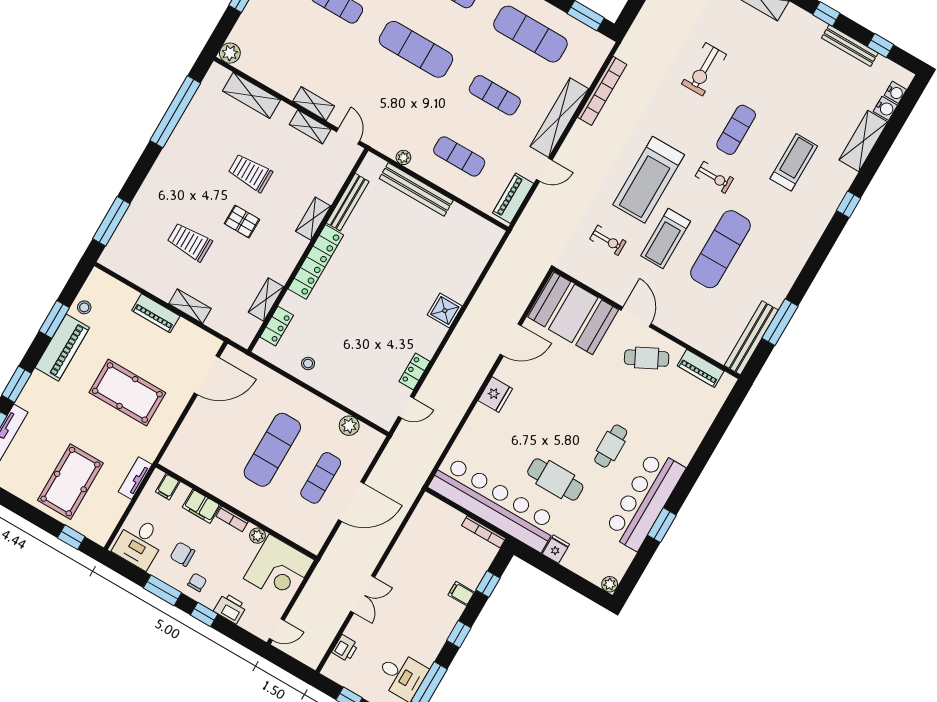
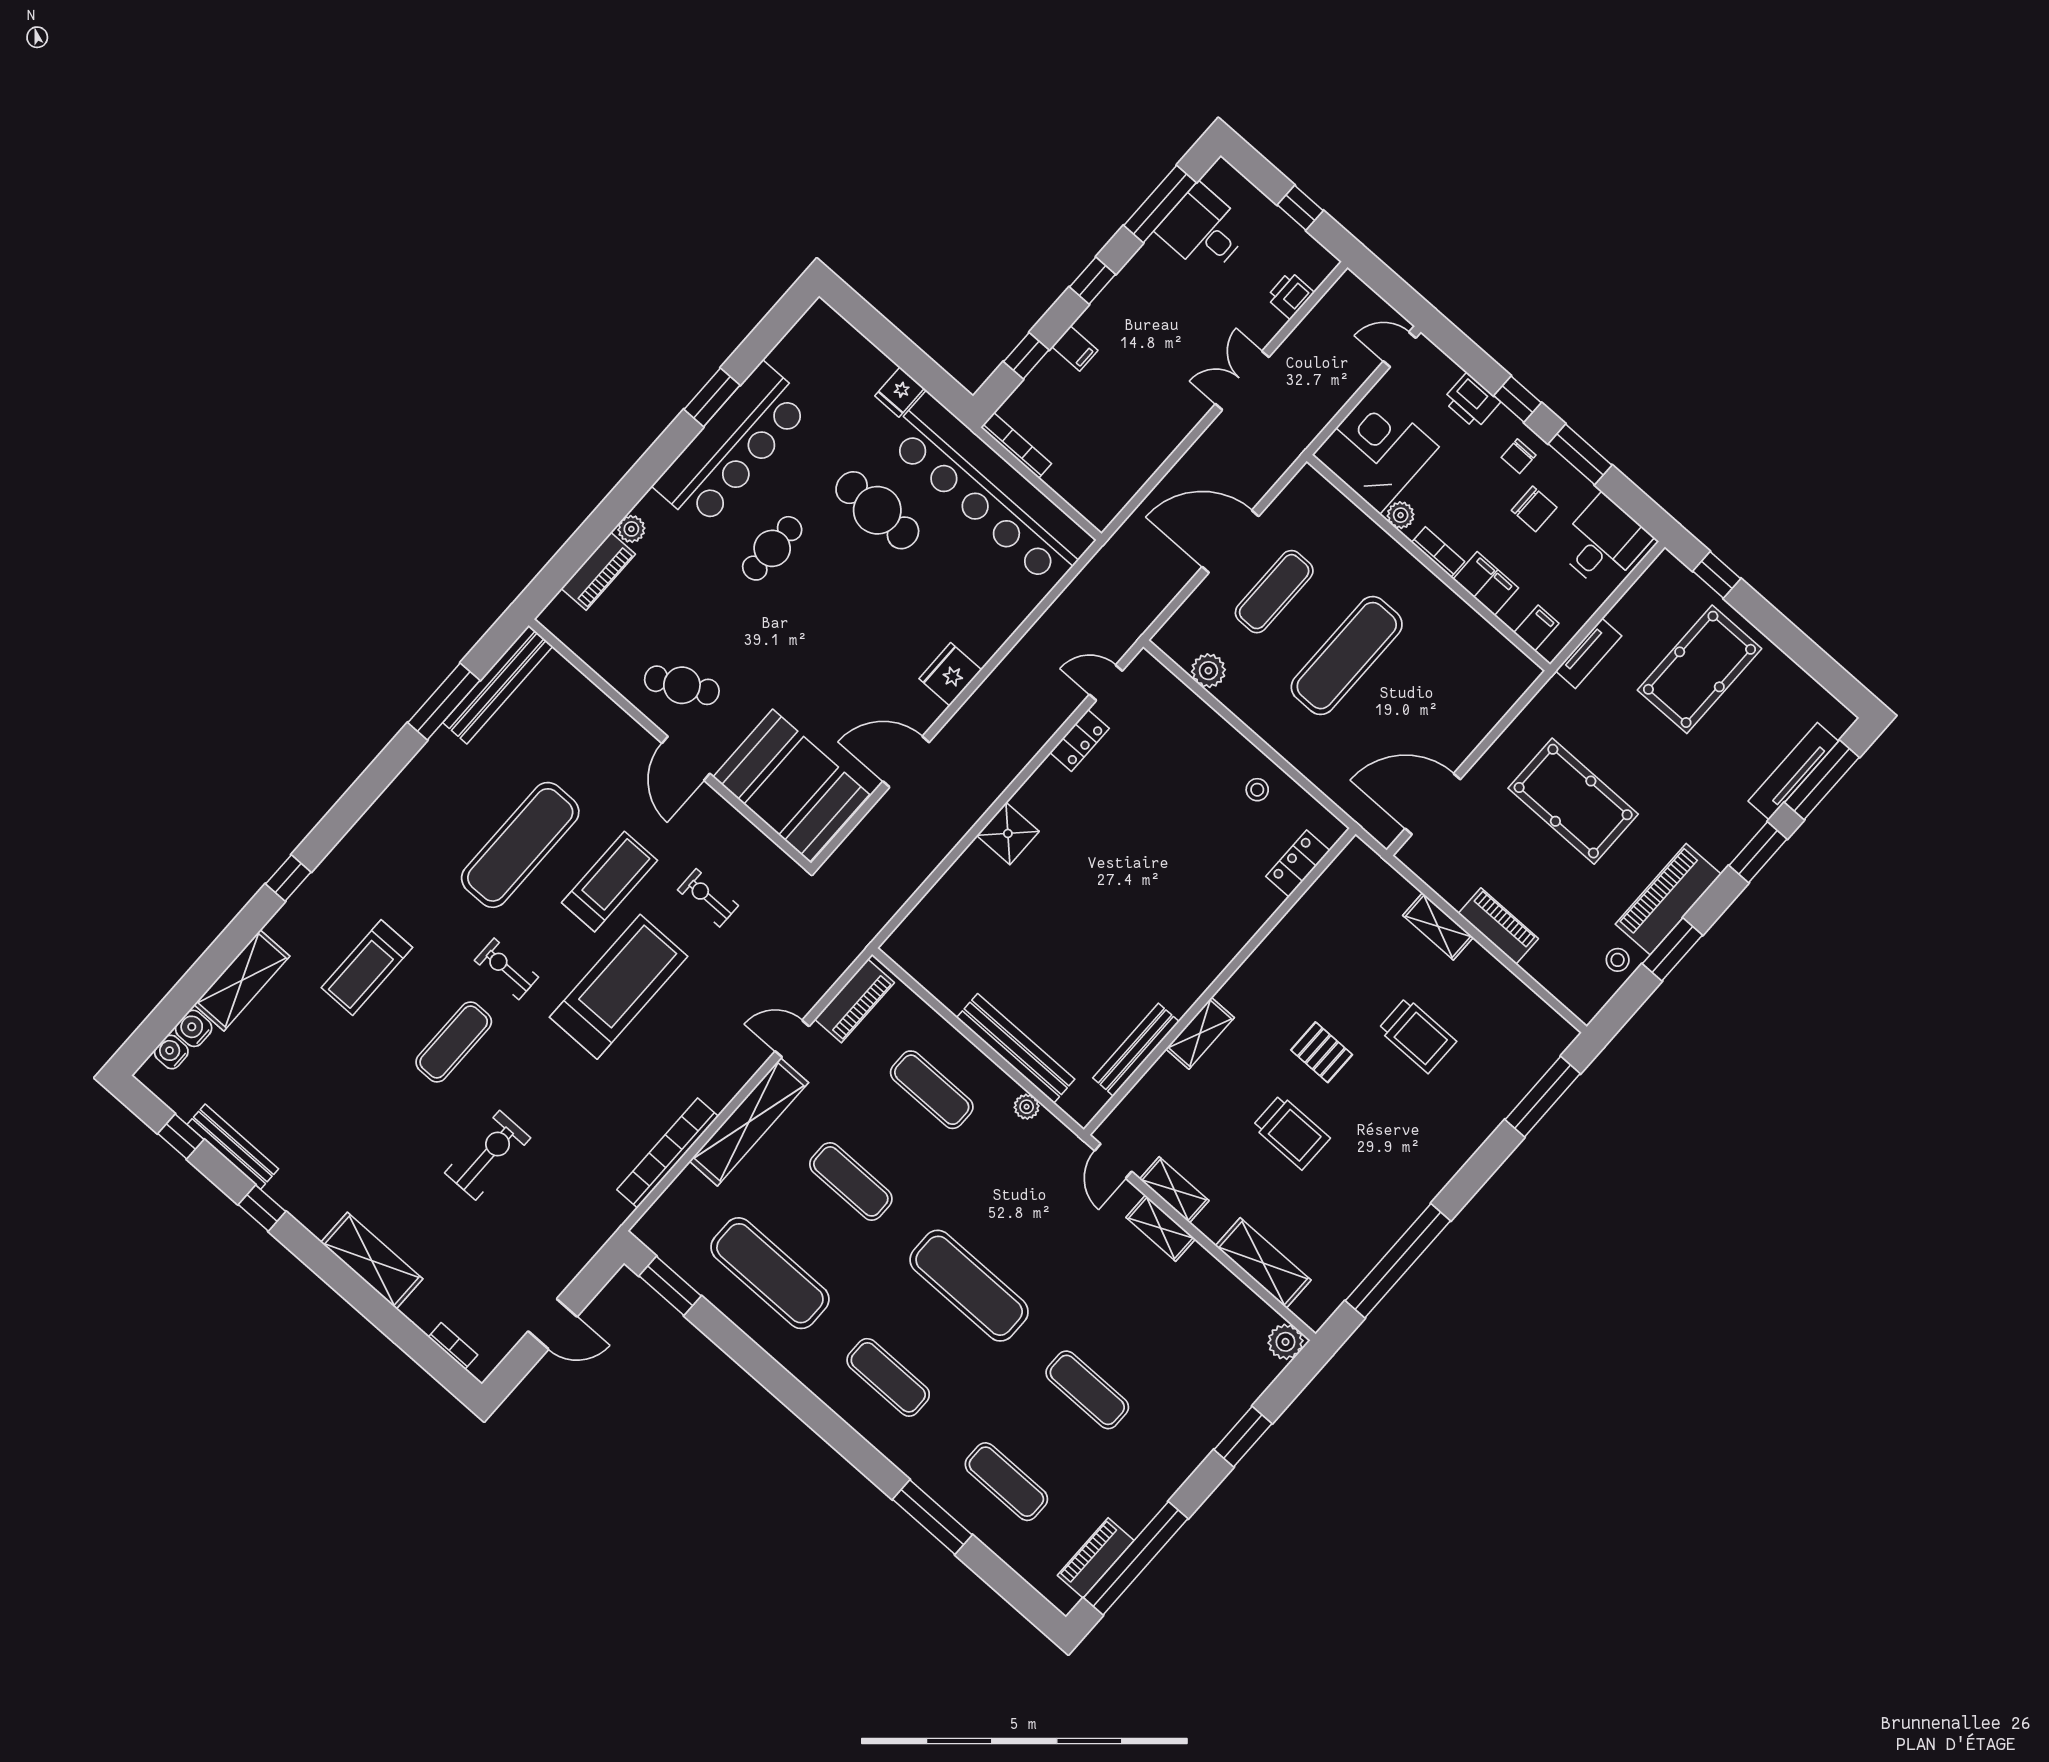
locker: (316, 262) -> (1210, 959), removed
shelving: (266, 300) -> (1307, 912), removed
piano: (701, 368) -> (598, 571), moved, turned 90
plant: (610, 584) -> (631, 529), moved

